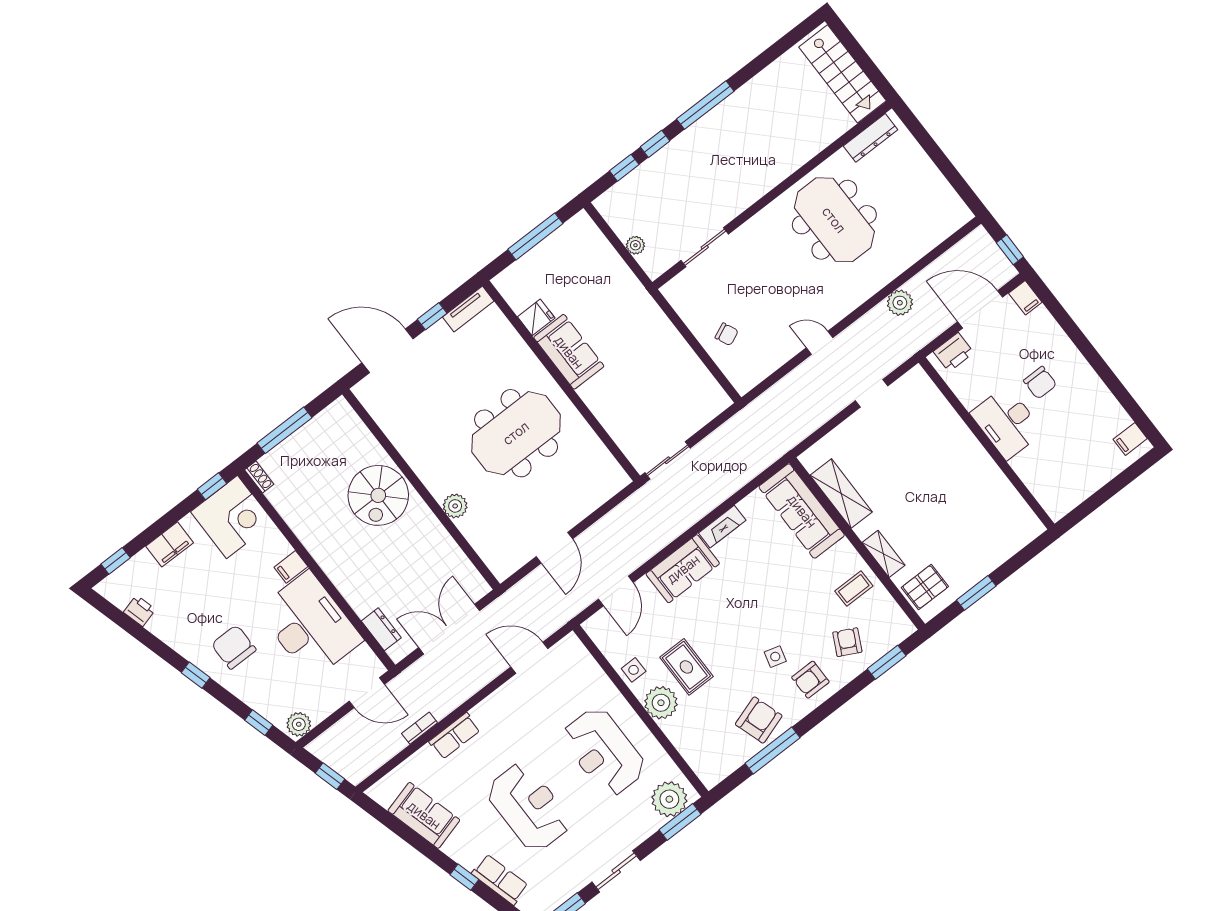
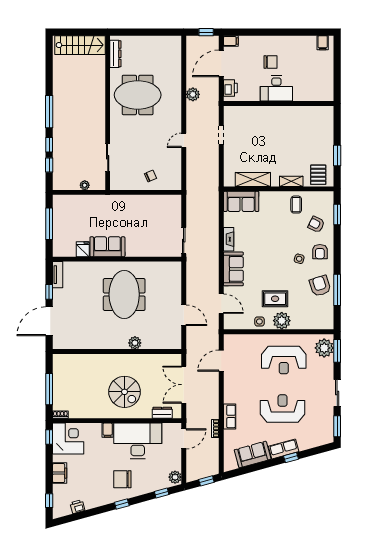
spiral stairs: (378, 495) -> (125, 392), moved
sofa: (802, 511) -> (241, 201), width x0.73
row of seats: (500, 879) -> (284, 449), moved

